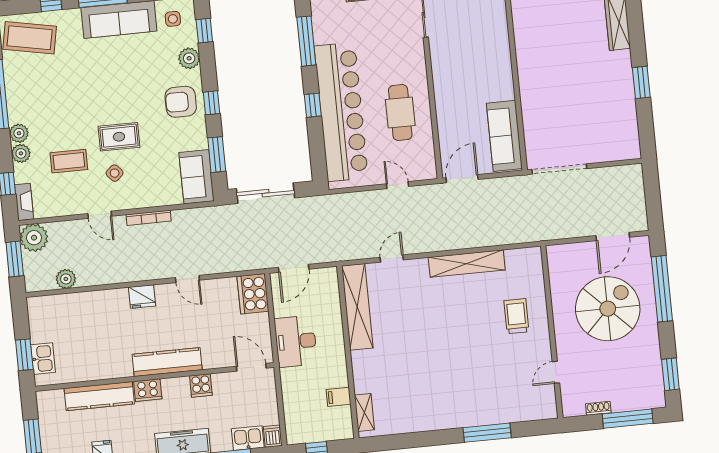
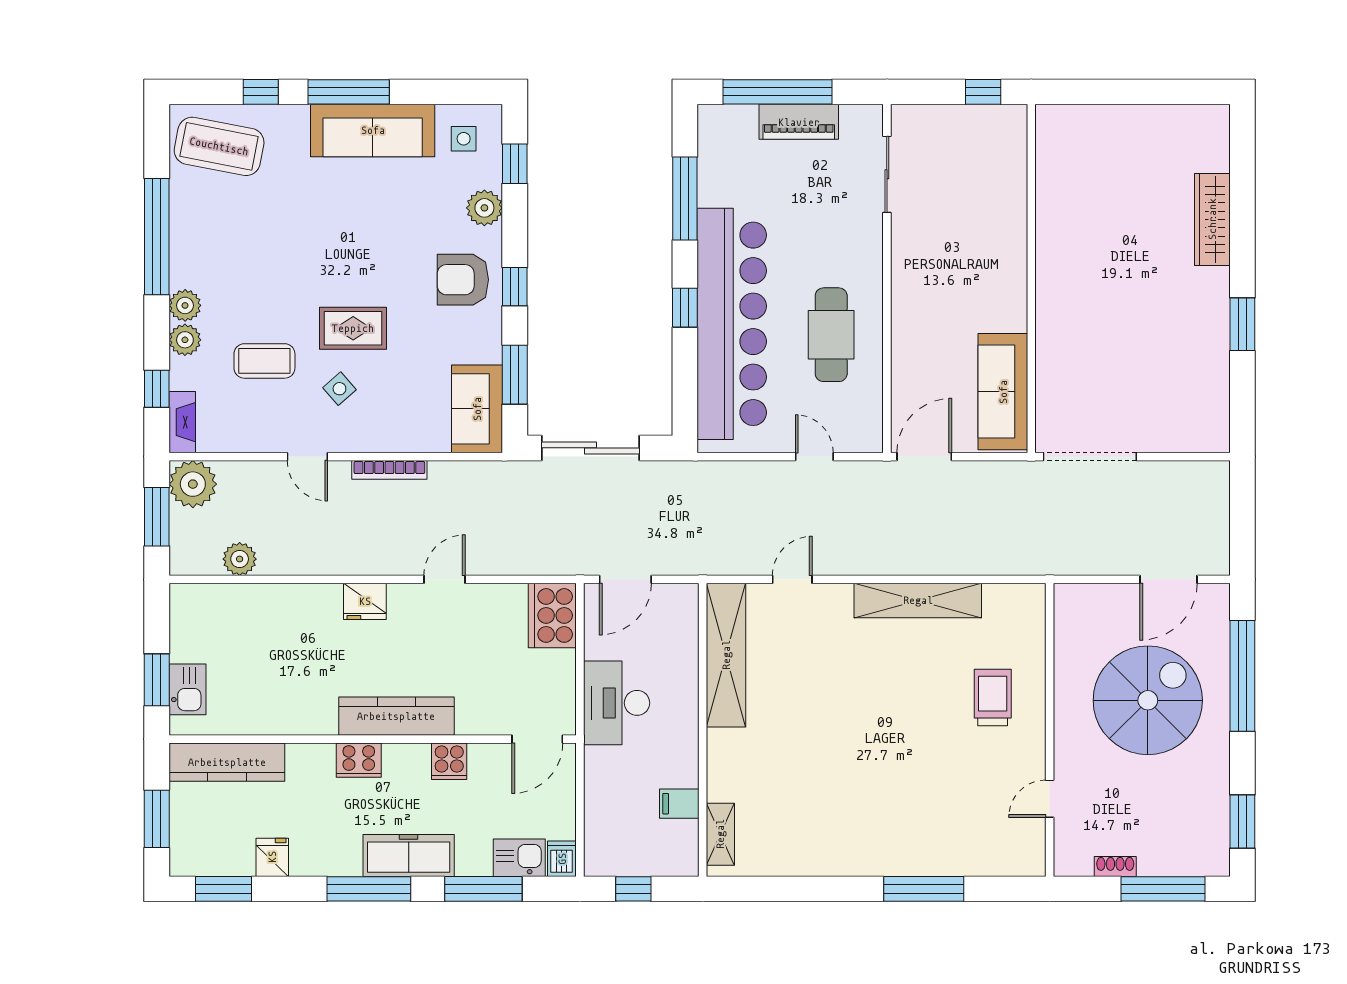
door: (187, 279) -> (445, 579), swing flipped
door: (251, 367) -> (537, 739), swing flipped
kitchen counter: (99, 396) -> (227, 762), moved

